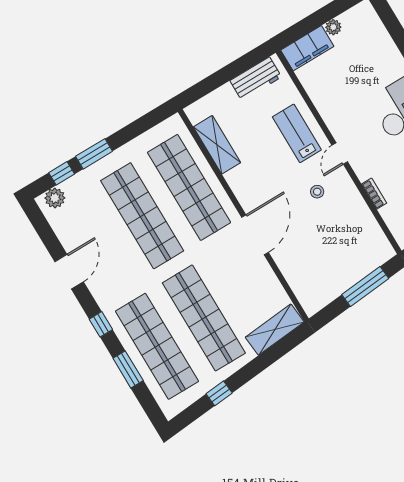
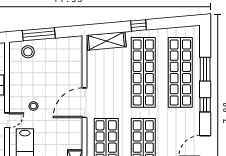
stool: (366, 256) -> (28, 52), added
window: (219, 393) -> (139, 25), moved

